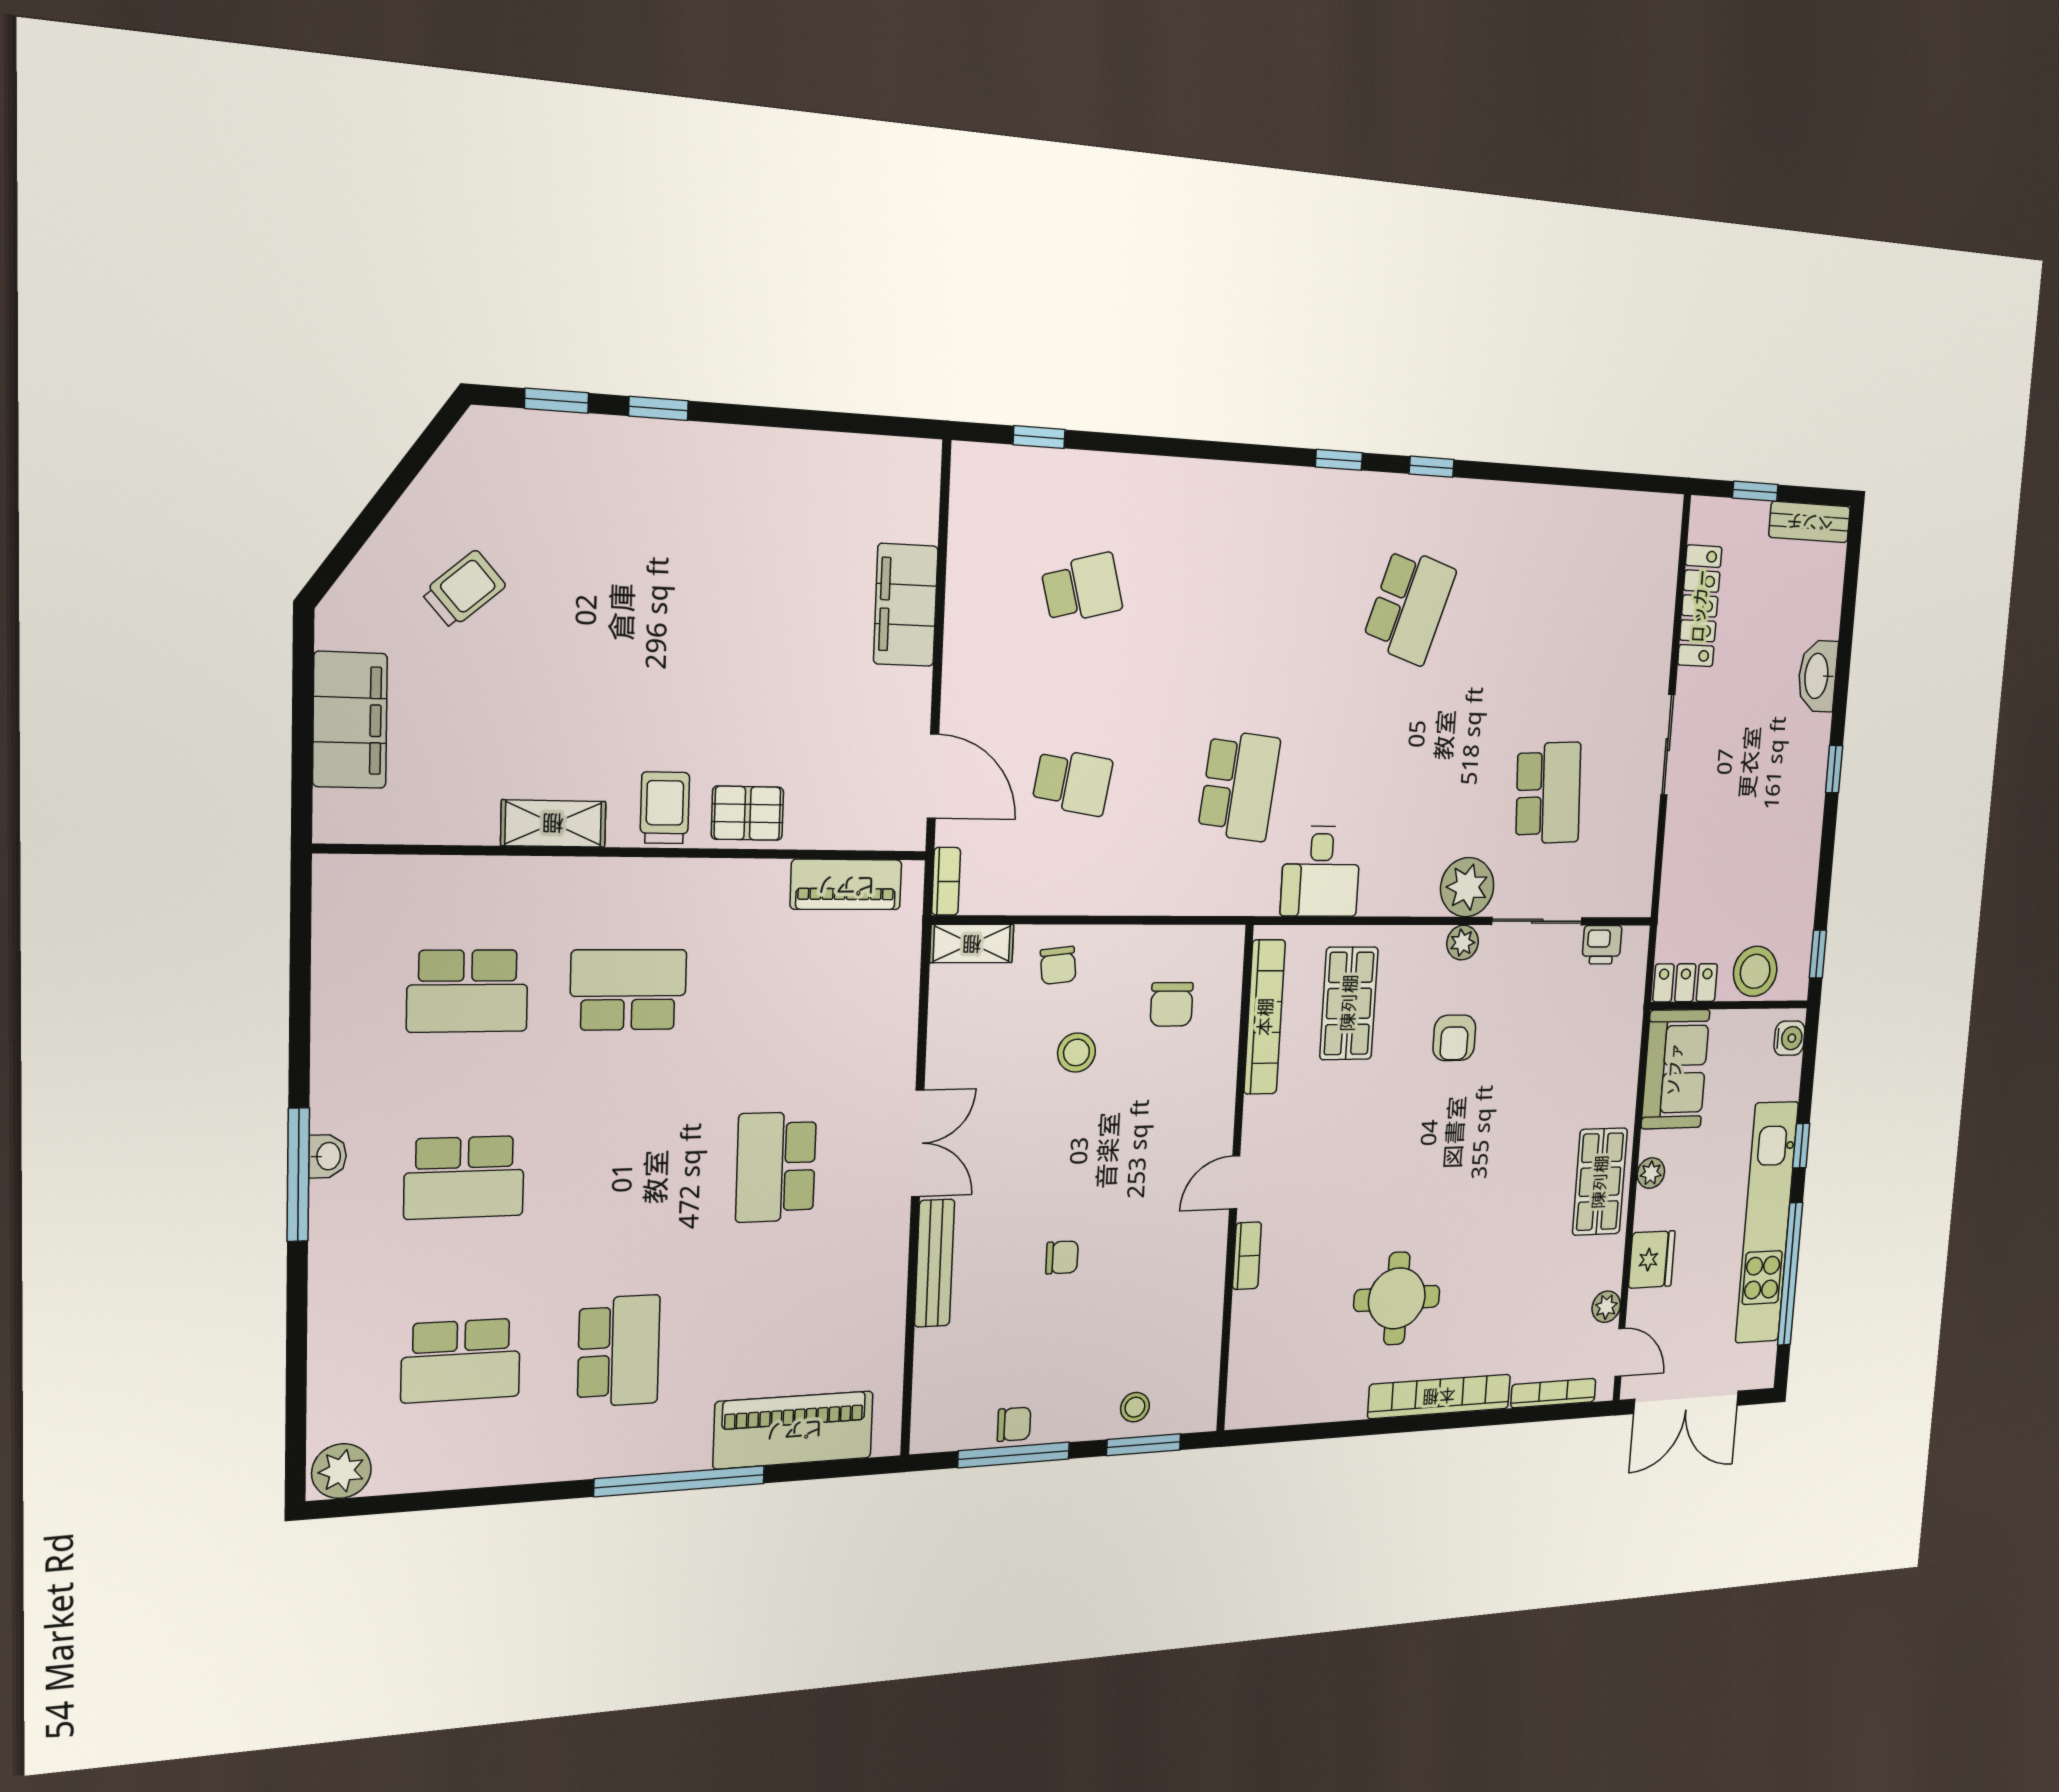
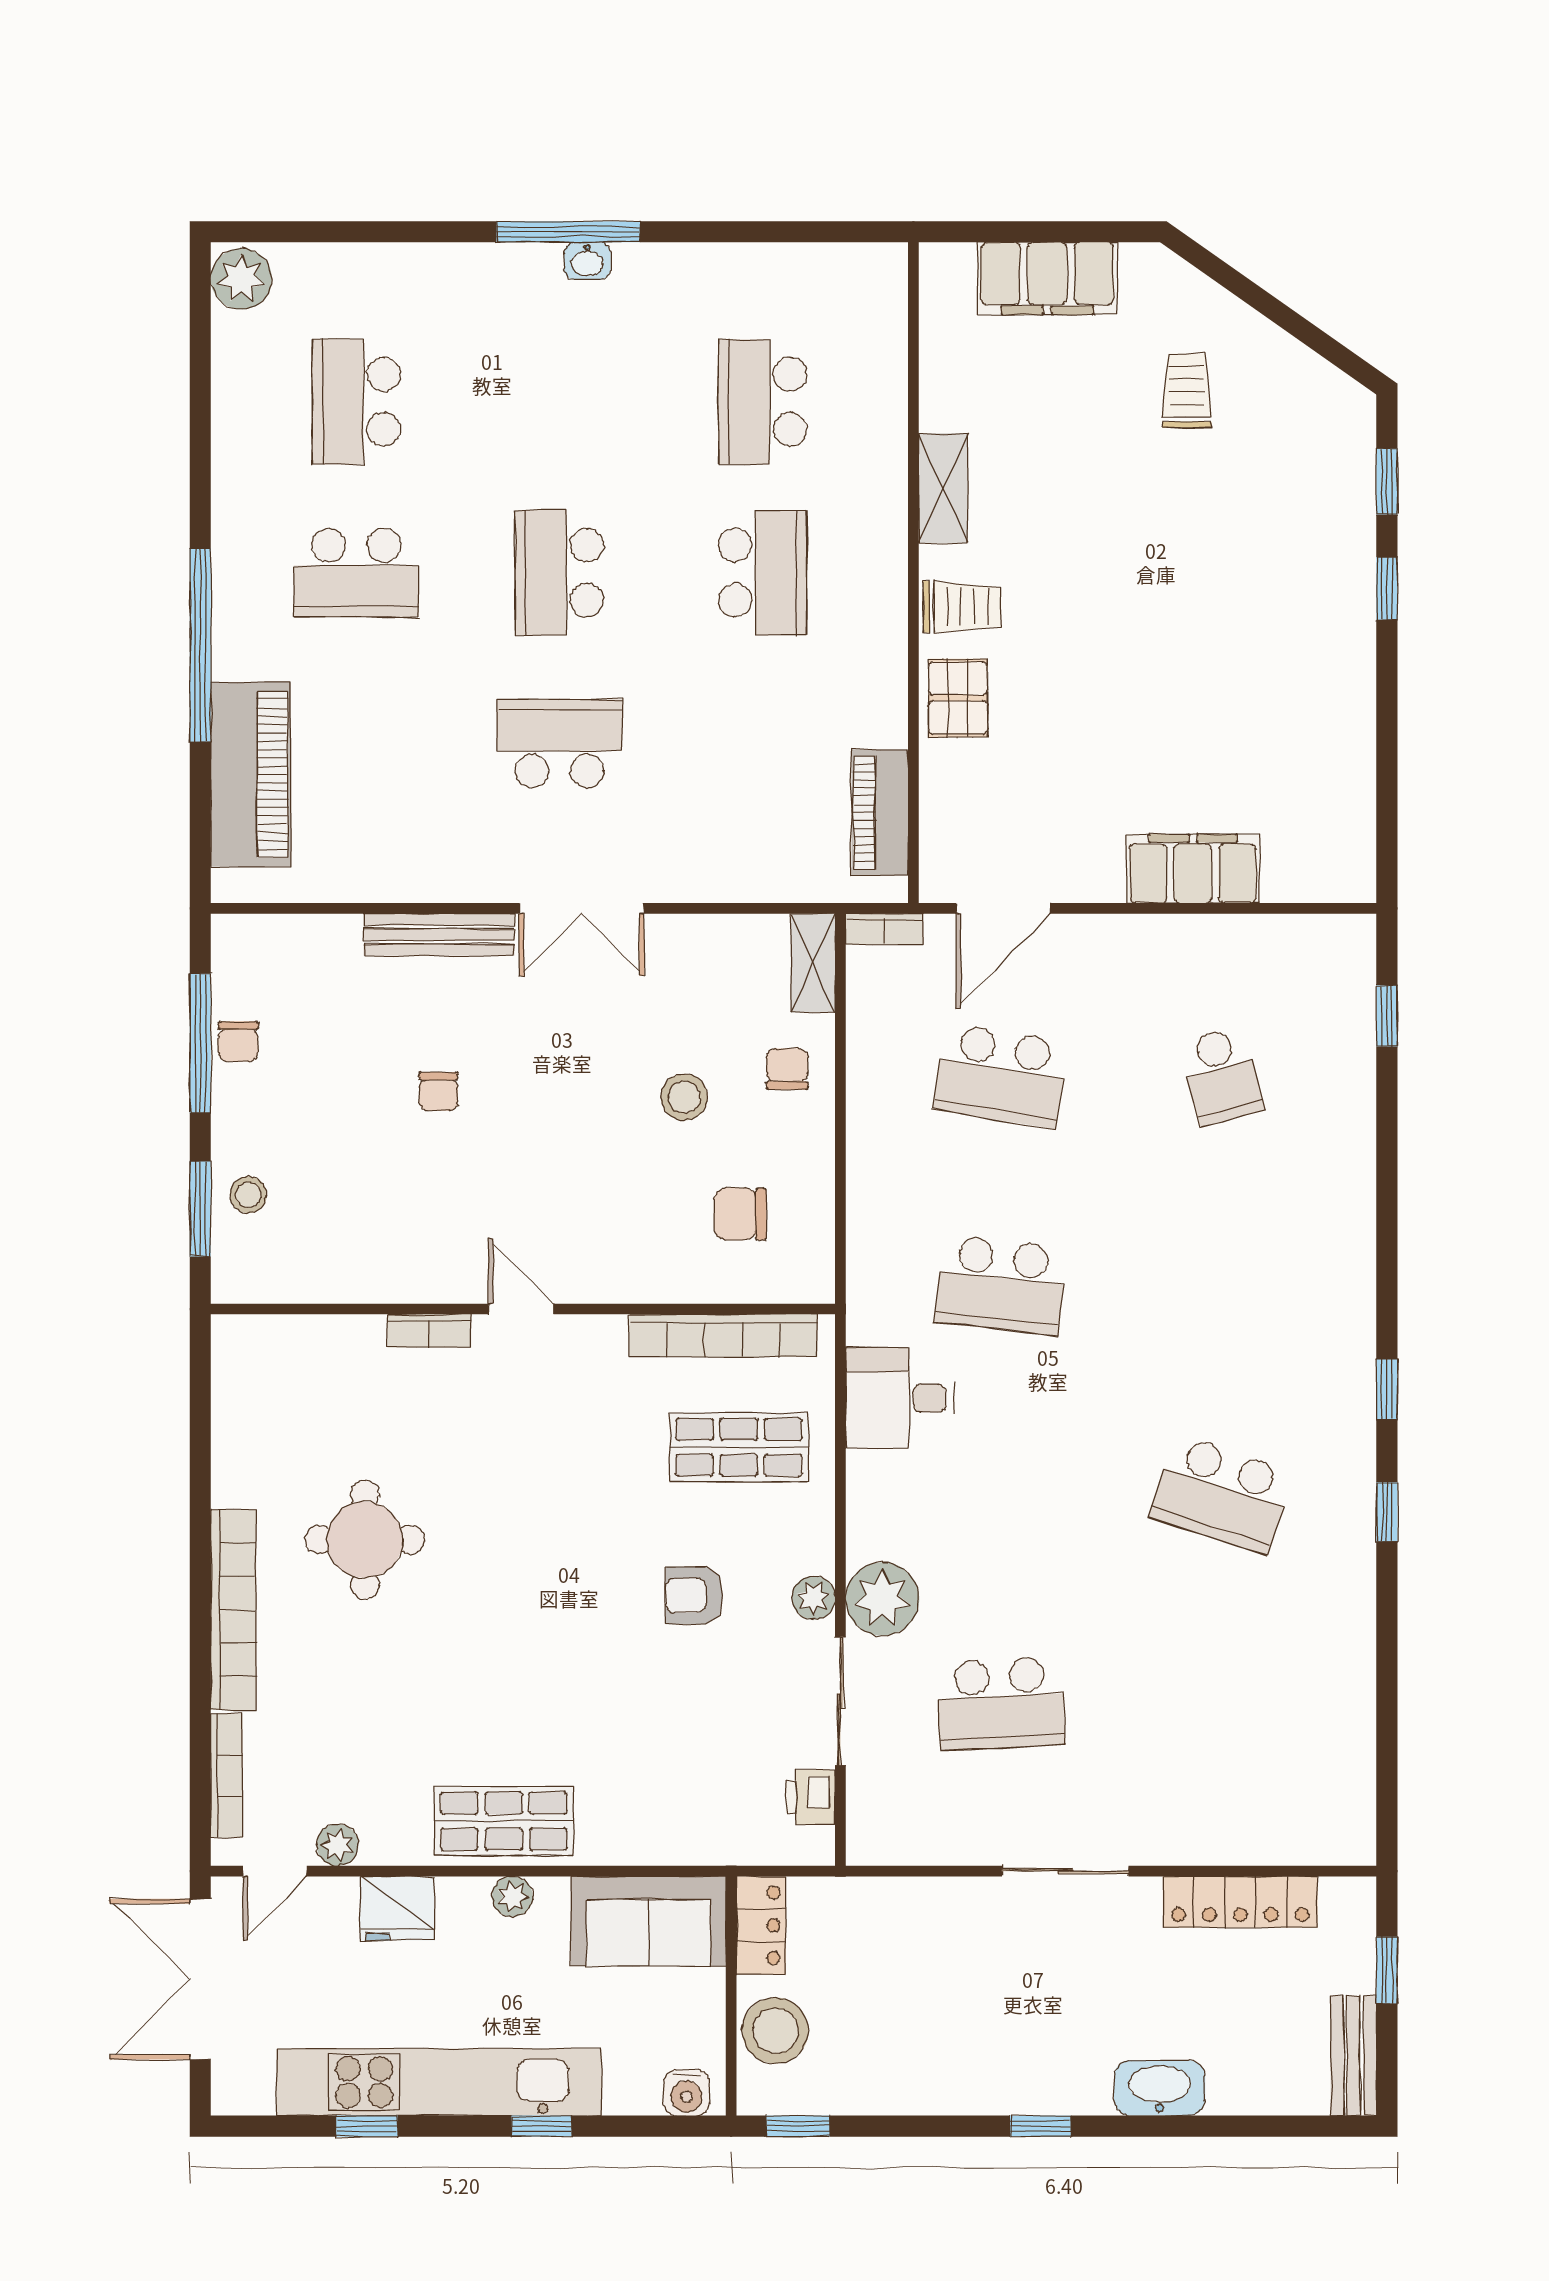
trolley: (464, 589) -> (1187, 391), turned -139
school desk: (1073, 782) -> (1001, 1076), width x1.85
chair: (1058, 965) -> (787, 1069), turned 96
school desk: (464, 1177) -> (559, 573), moved
window: (1790, 1274) -> (367, 2126), width x0.32

